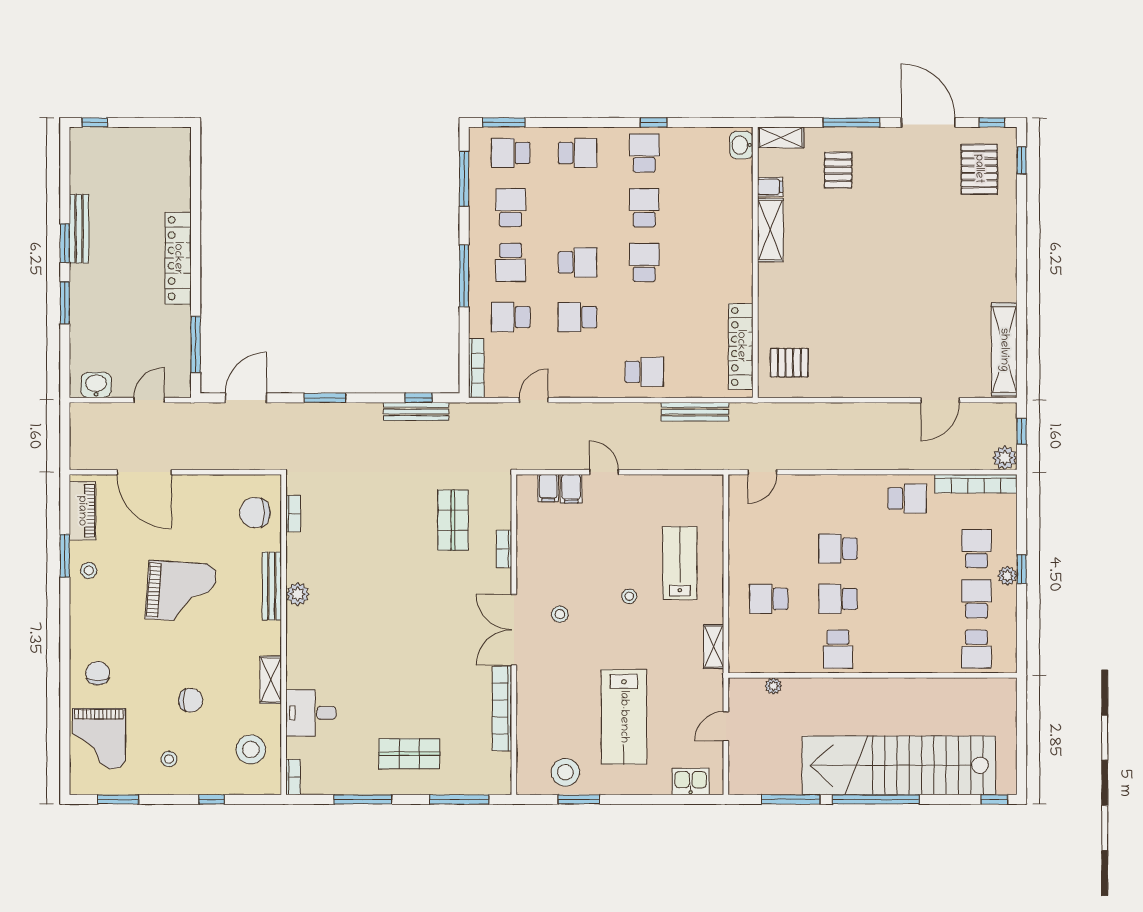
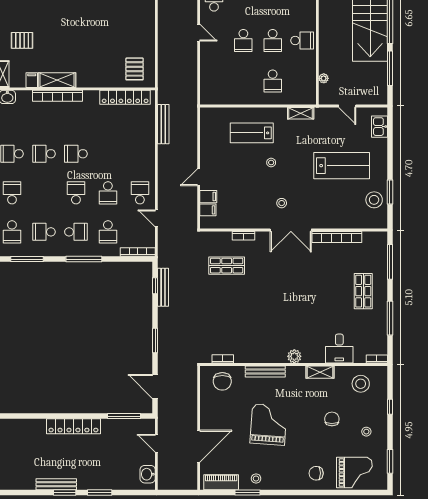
bookcase: (743, 231) -> (57, 96), added
school desk: (644, 372) -> (140, 193), moved
door: (762, 472) -> (199, 33), moved
plant: (298, 594) -> (294, 356), moved

